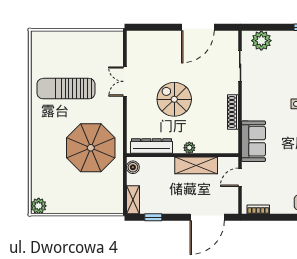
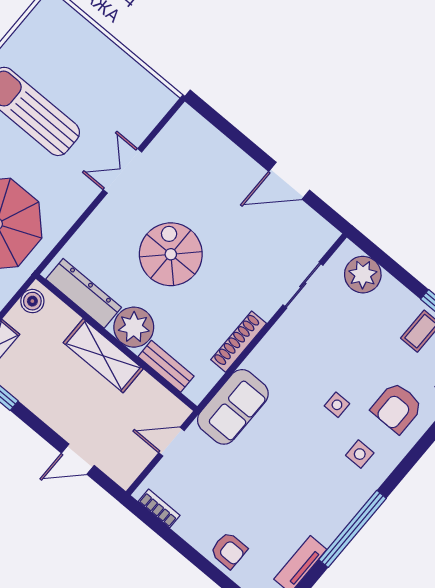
door: (198, 27) -> (289, 181), width x0.73
plant: (189, 148) -> (134, 327), width x1.88, depth x1.88
bench: (211, 148) -> (166, 366), added
shelving: (196, 165) -> (103, 356), moved
door: (207, 217) -> (78, 459), width x0.53

